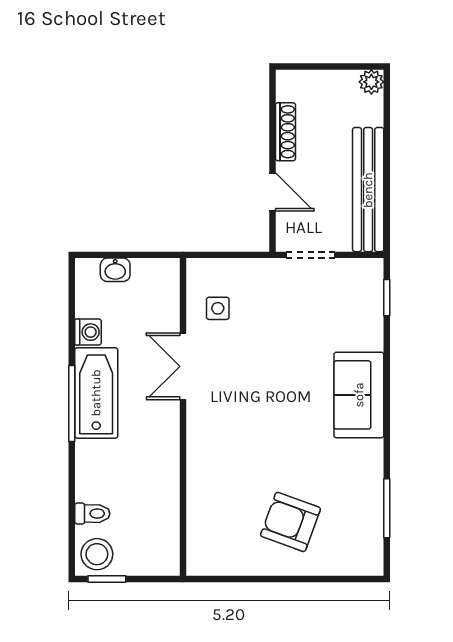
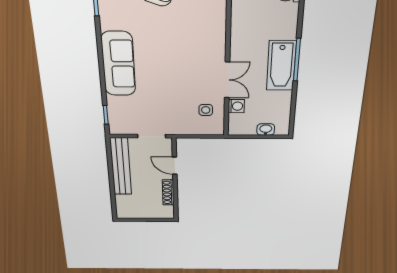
plant: (371, 82) -> (123, 213), removed
washing machine: (88, 332) -> (236, 106), moved, turned 180
sofa: (359, 395) -> (118, 64), width x1.36

